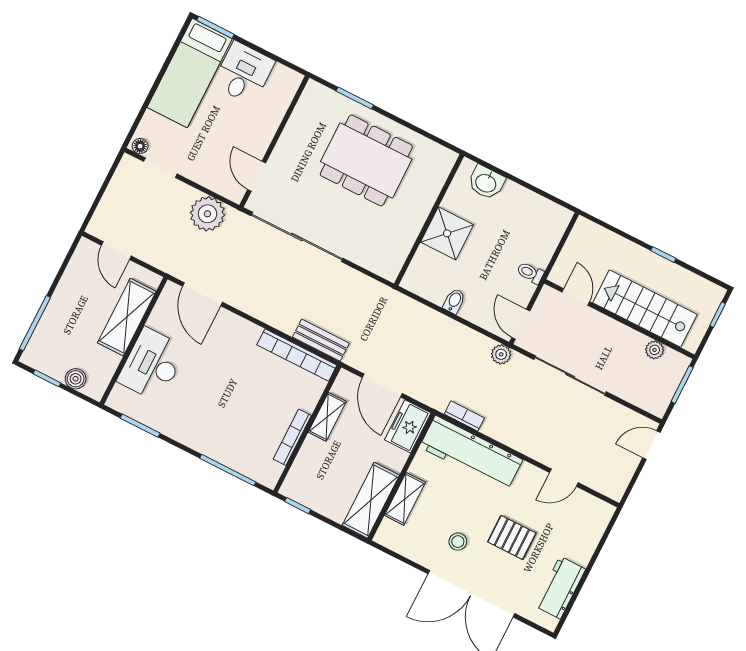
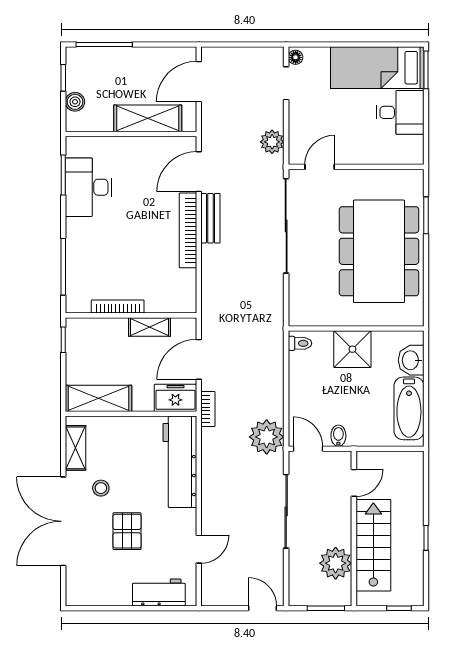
dining table: (366, 160) -> (379, 251), width x1.36, depth x1.24
bathtub: (531, 208) -> (409, 408), added
plant: (207, 214) -> (272, 142), width x0.73, depth x0.73
door: (116, 251) -> (199, 82), width x1.38
toilet: (530, 273) -> (300, 343), moved, turned 90
bidet: (454, 301) -> (338, 436), moved, turned -90
door: (521, 324) -> (308, 449), hinge flipped
bench: (321, 340) -> (210, 218), moved
plant: (655, 350) -> (336, 563), width x1.87, depth x1.87
plant: (501, 354) -> (267, 437), width x1.87, depth x1.87
bookcase: (297, 355) -> (188, 230), moved
desk: (152, 365) -> (88, 187), moved, turned -90
bookcase: (464, 416) -> (208, 409), moved
door: (564, 478) -> (199, 549), swing flipped
shelving: (405, 499) -> (76, 448), moved, turned 90
workbench: (560, 588) -> (159, 592), moved

